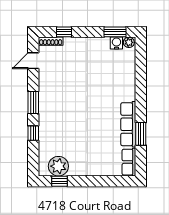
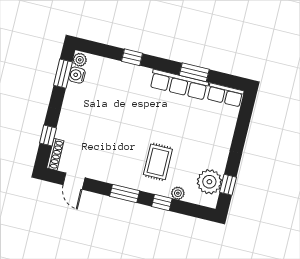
window: (141, 83) -> (132, 57), added
rug: (64, 122) -> (158, 162), added
plant: (44, 144) -> (178, 193), added

